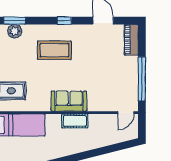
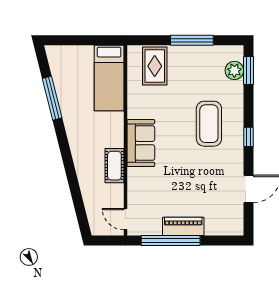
piano: (131, 40) -> (183, 226), moved
cot: (75, 121) -> (114, 166), moved

